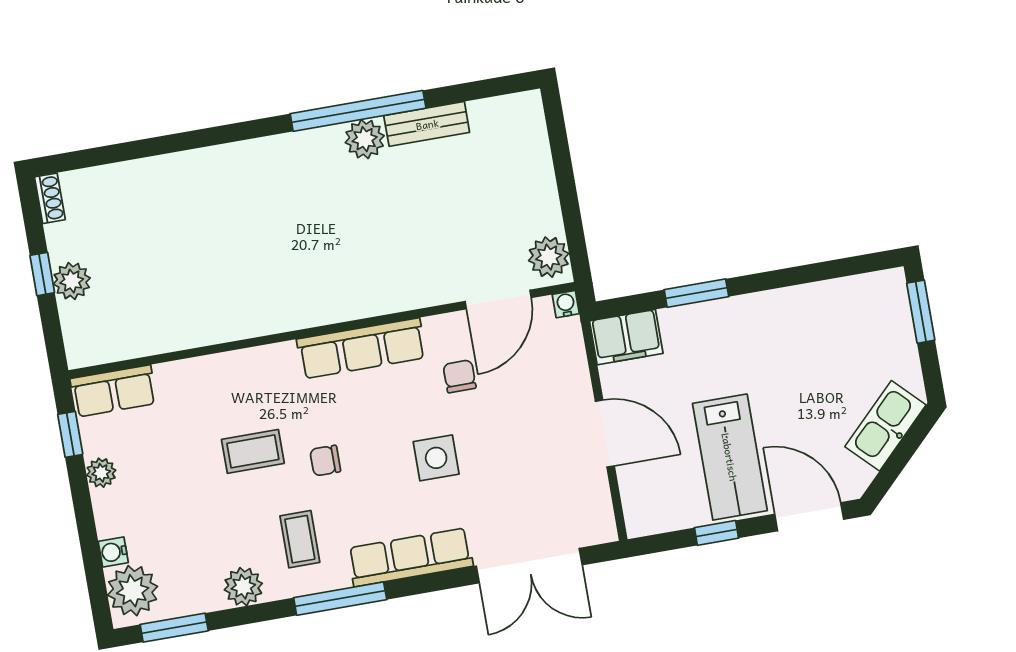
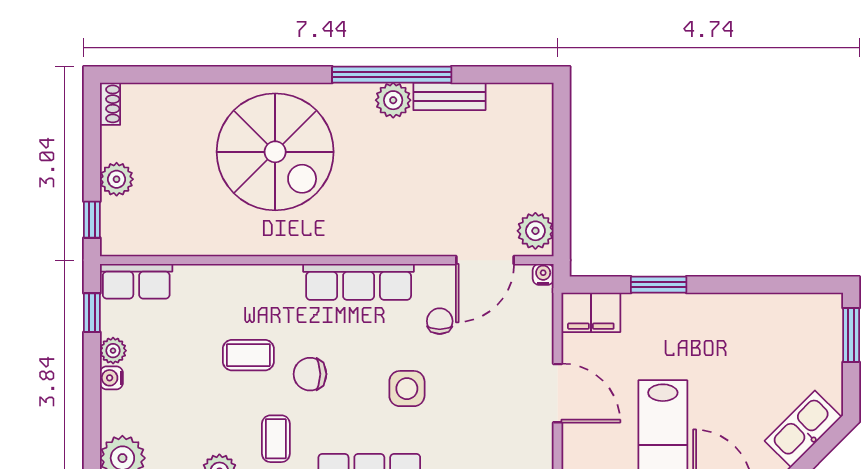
spiral stairs: (243, 220) -> (275, 152), added
window: (42, 274) -> (92, 220), moved
chair: (325, 461) -> (310, 374), width x1.37, depth x1.37
water cooler: (113, 552) -> (111, 378), moved

